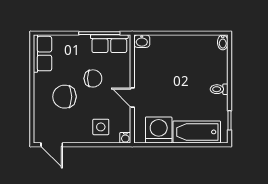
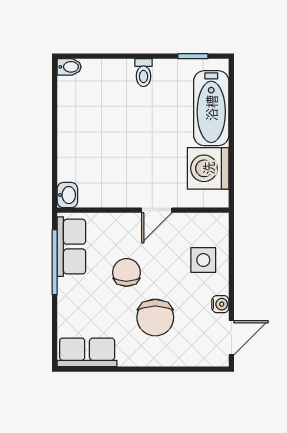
water cooler: (125, 138) -> (220, 304), moved

